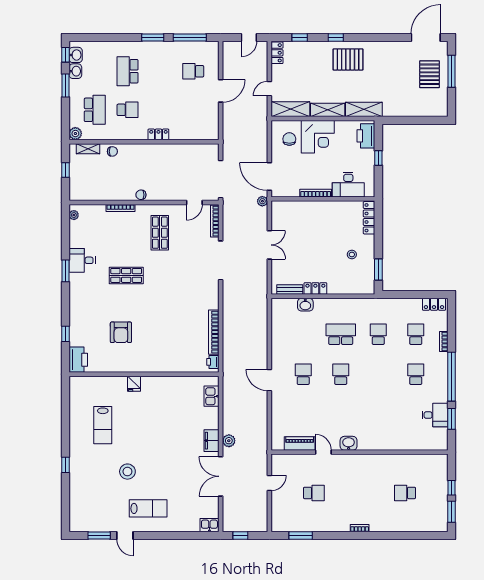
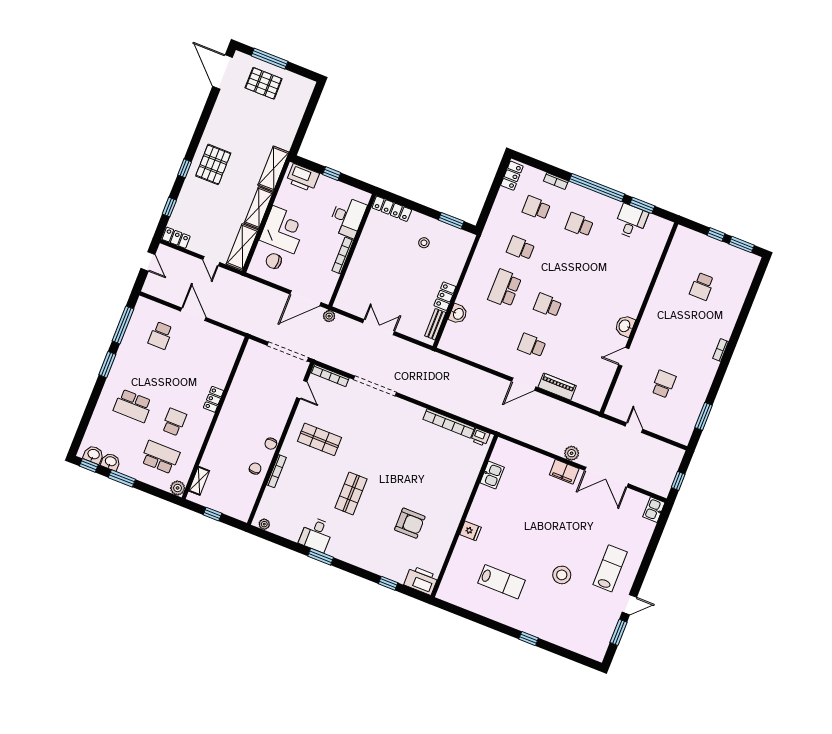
chair: (112, 151) -> (255, 469), moved
kitchen sink: (211, 396) -> (492, 475), moved, turned -90
piano: (300, 443) -> (557, 387), moved, turned 90

